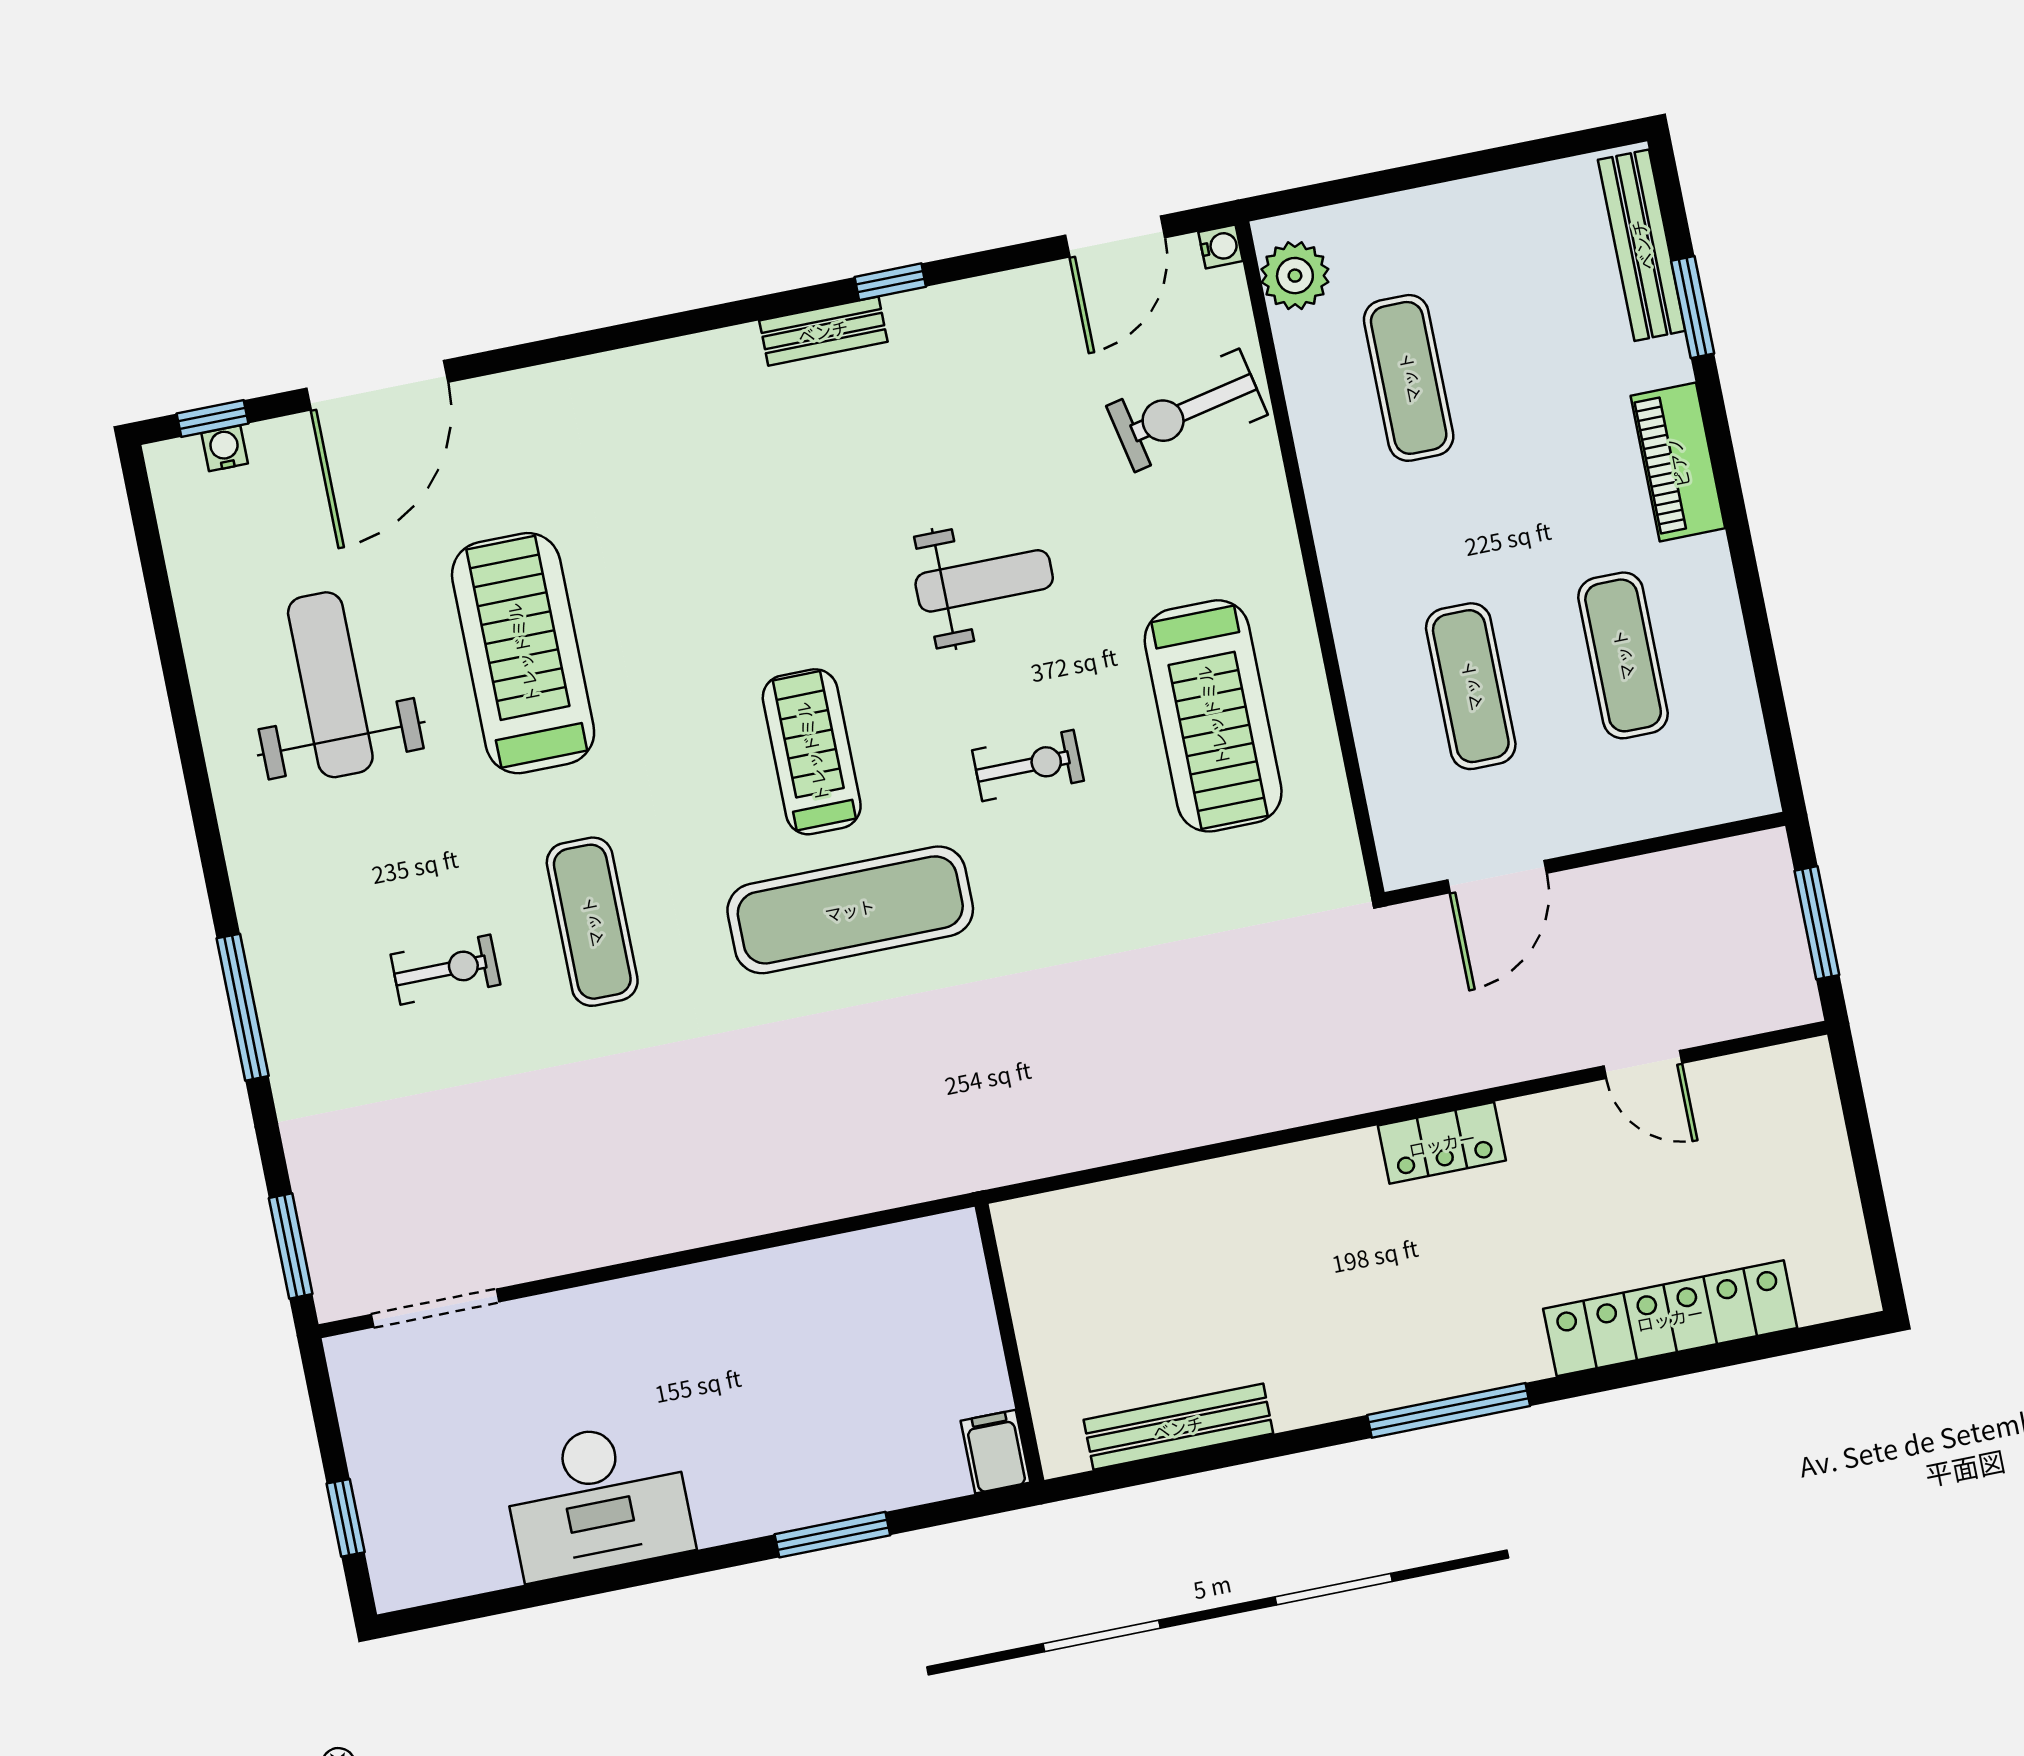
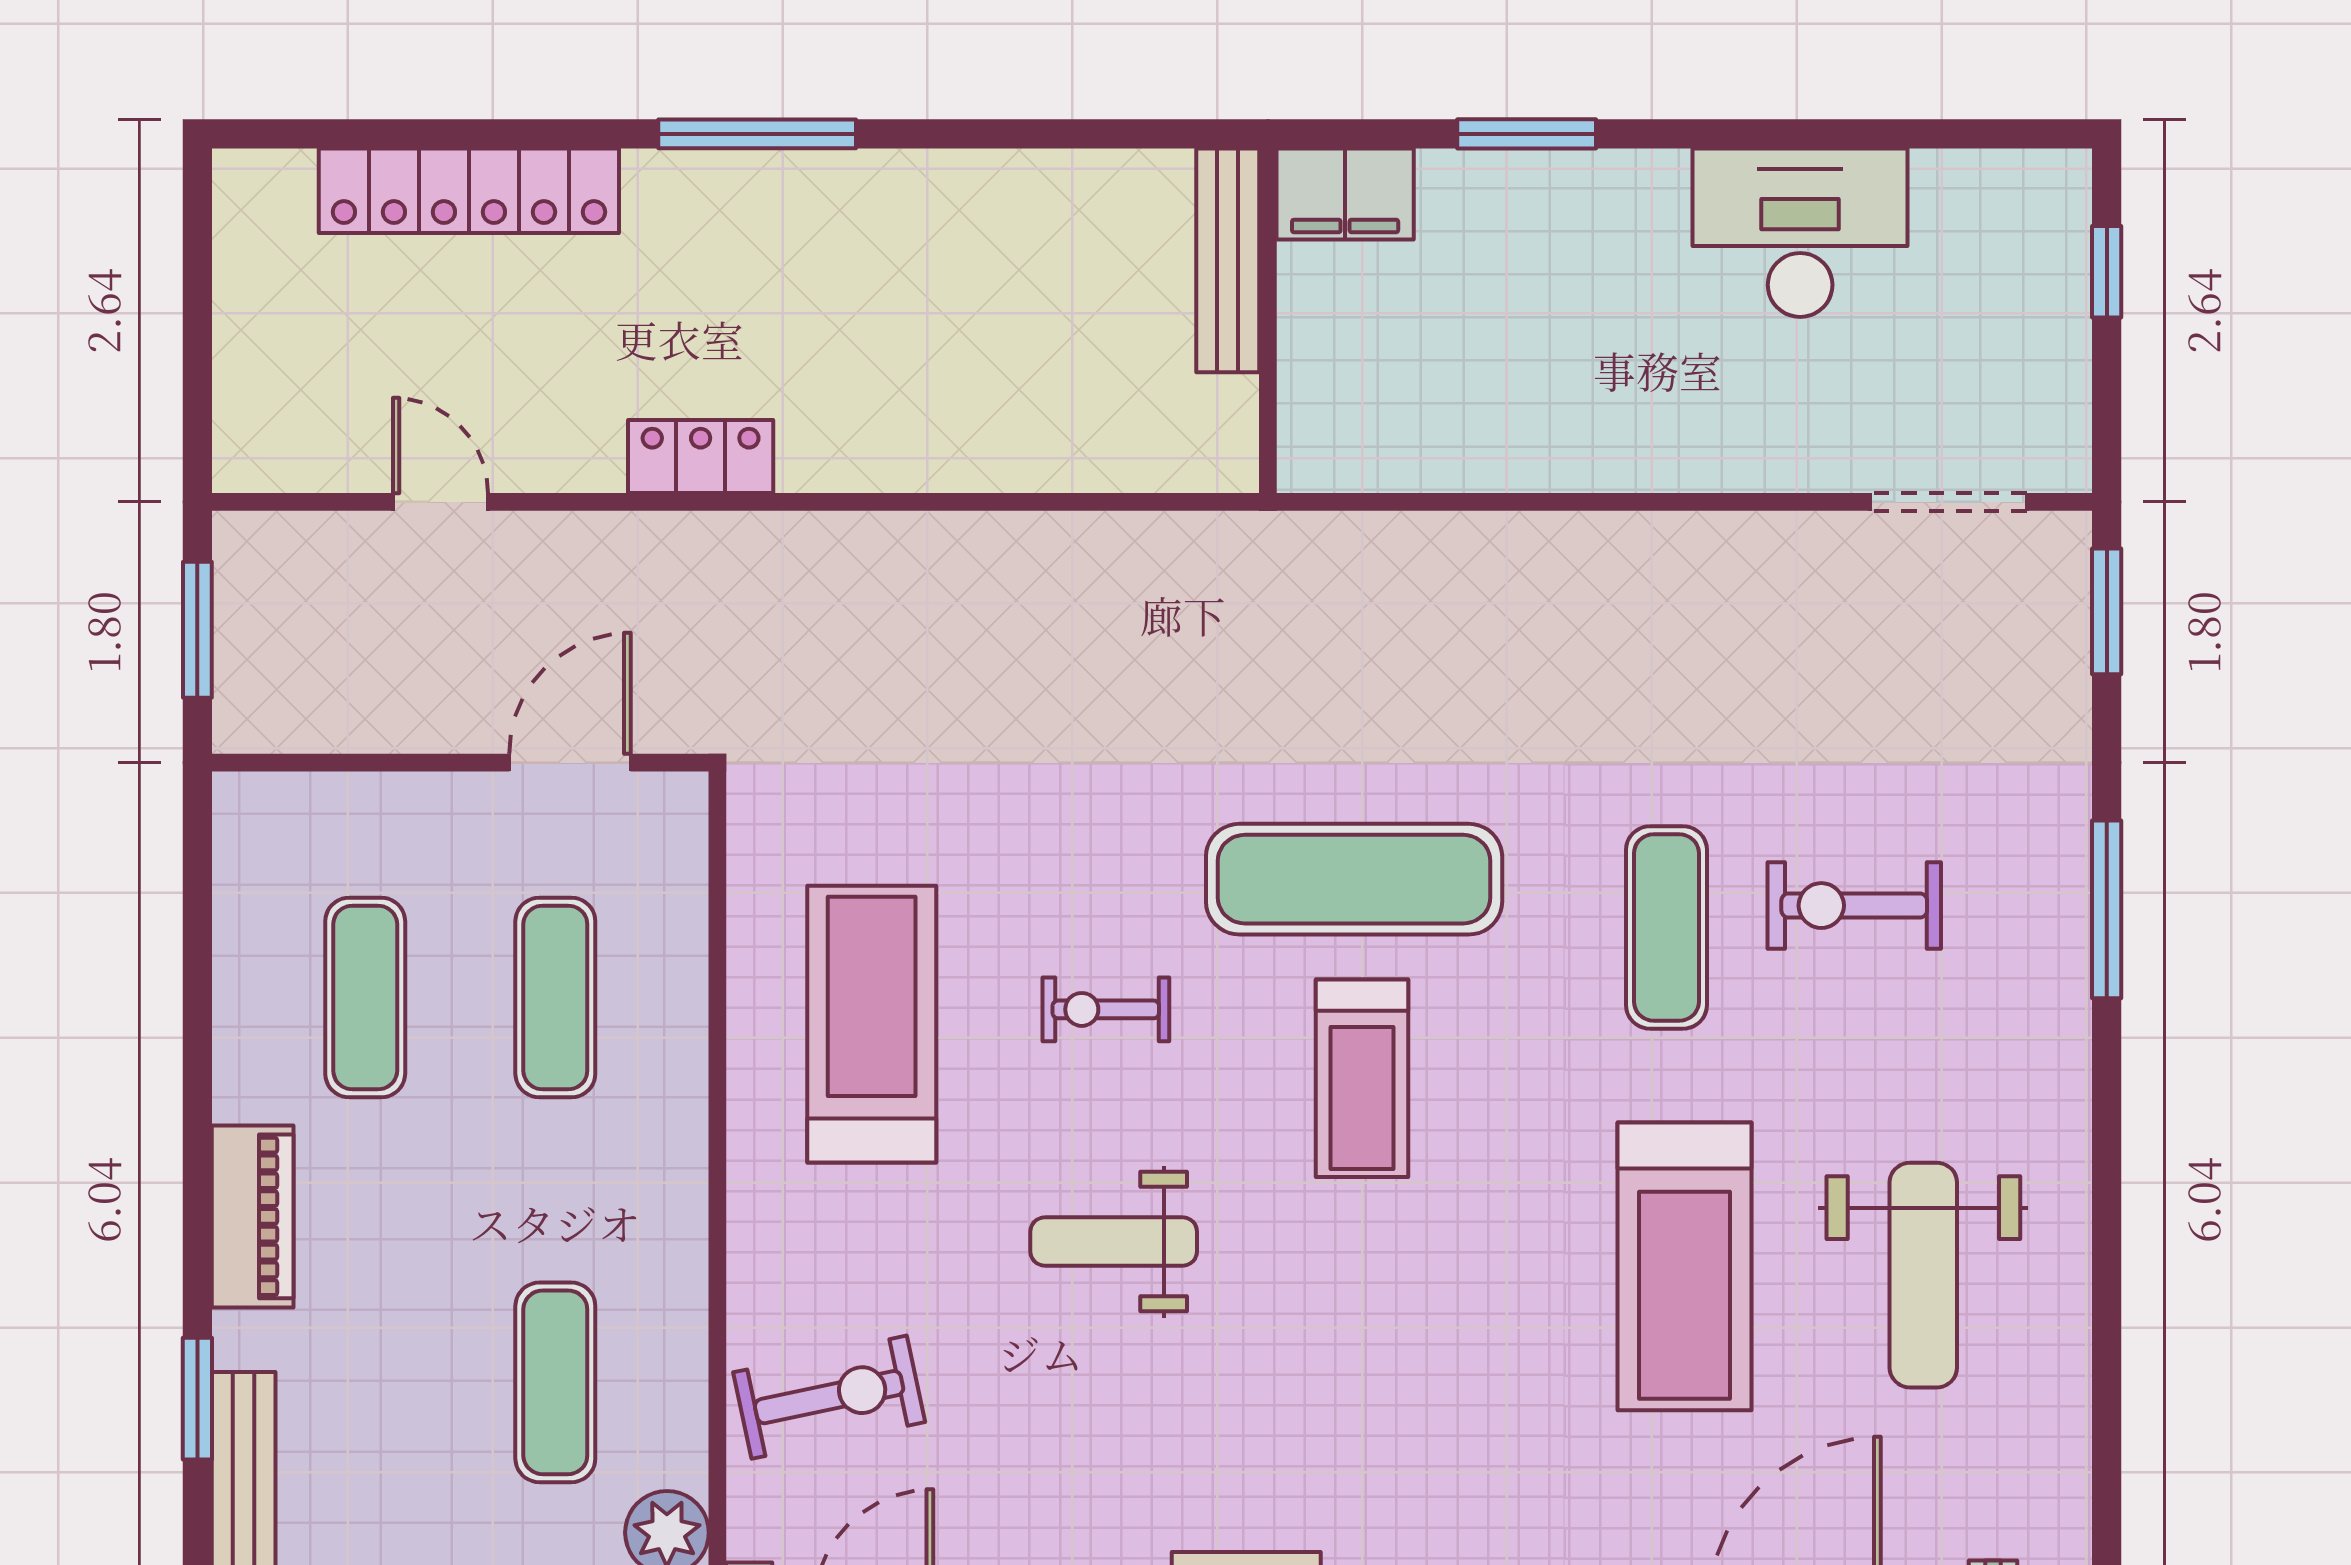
exercise bike: (445, 970) -> (1854, 906), width x1.38, depth x1.39
bench: (1178, 1427) -> (1228, 260), moved, turned 90
filing cabinet: (995, 1452) -> (1345, 194), width x2.00

